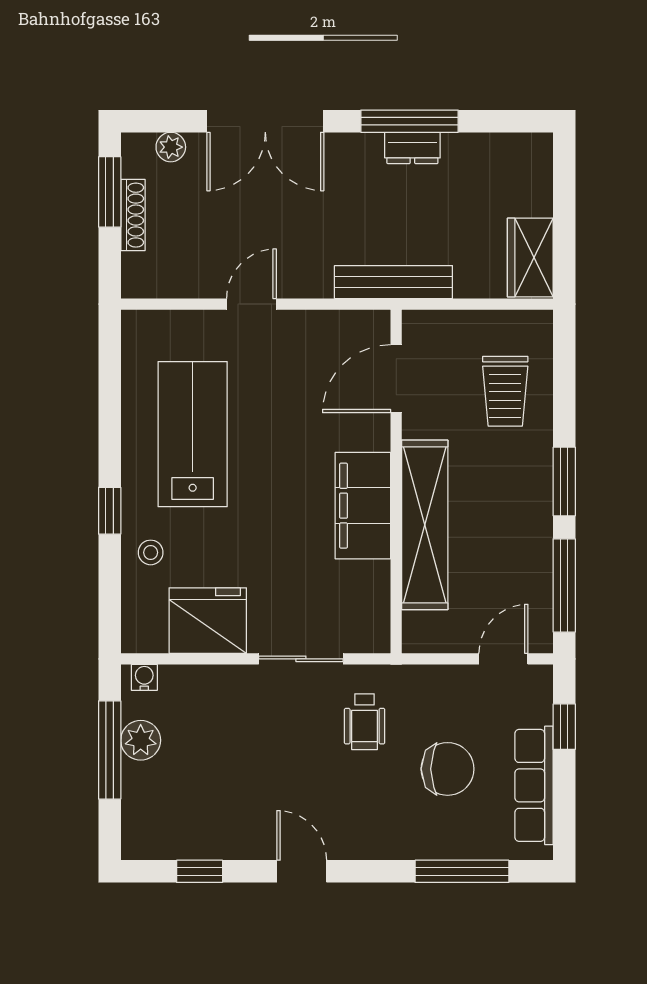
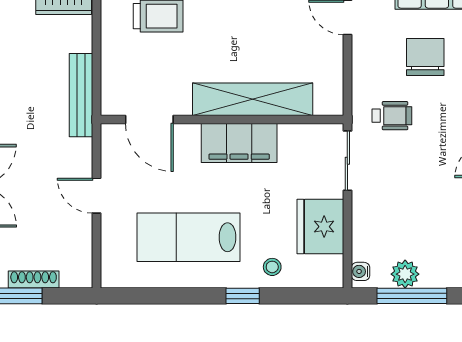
door: (396, 379) -> (149, 119), moved
wall: (396, 481) -> (222, 119), moved
filing cabinet: (363, 506) -> (239, 143), moved
shelving: (425, 525) -> (253, 99), moved

